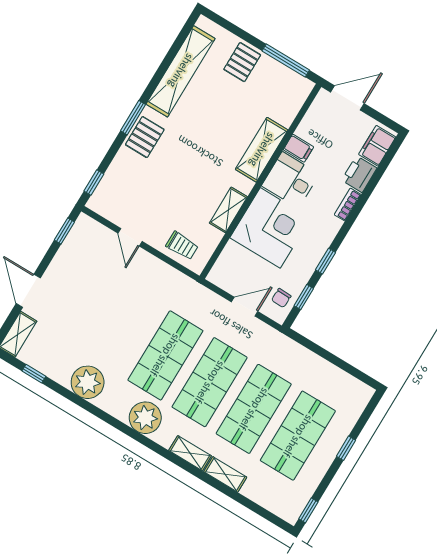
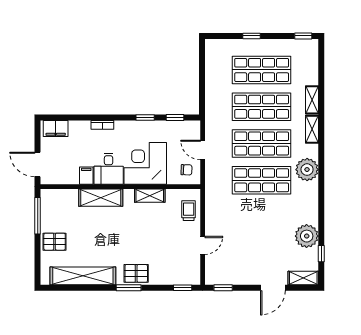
printer: (359, 174) -> (80, 129), removed
chair: (281, 298) -> (187, 170), moved
plant: (88, 382) -> (307, 236), moved

